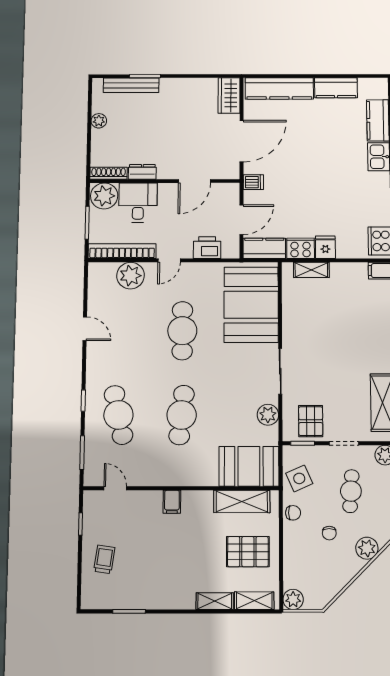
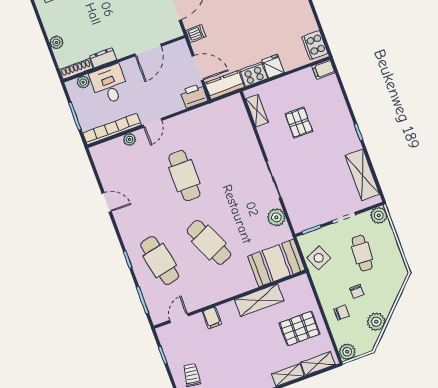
plant: (99, 121) -> (56, 42), moved
plant: (104, 196) -> (83, 82), width x0.53, depth x0.53
door: (241, 220) -> (198, 68), hinge flipped
printer: (207, 248) -> (194, 96), moved
shelving: (311, 270) -> (257, 111), moved, turned 90
plant: (130, 276) -> (130, 139), width x0.53, depth x0.53
booth: (251, 305) -> (231, 135), removed
cafe table: (182, 415) -> (209, 242), turned -30
pallet: (311, 421) -> (299, 123), moved
door: (115, 488) -> (179, 318), hinge flipped
shelving: (242, 501) -> (259, 300), moved
filing cabinet: (172, 502) -> (212, 318), moved
chair: (293, 513) -> (342, 313), moved
plant: (367, 548) -> (376, 322), moved

